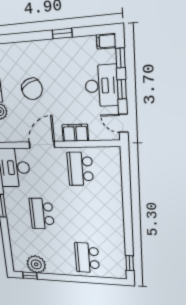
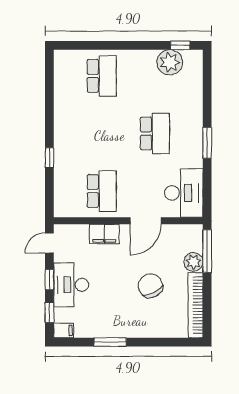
window: (62, 34) -> (110, 342), width x1.50
door: (123, 123) -> (49, 243), swing flipped
window: (130, 263) -> (49, 158), moved

